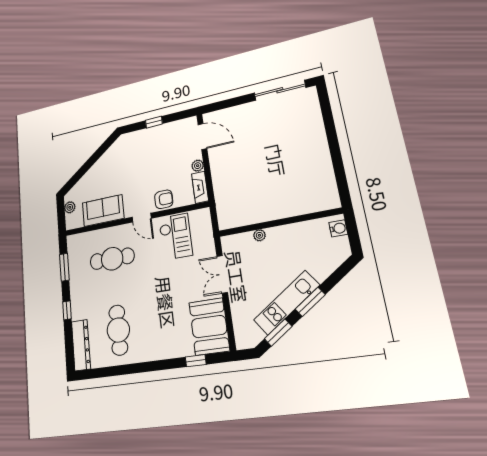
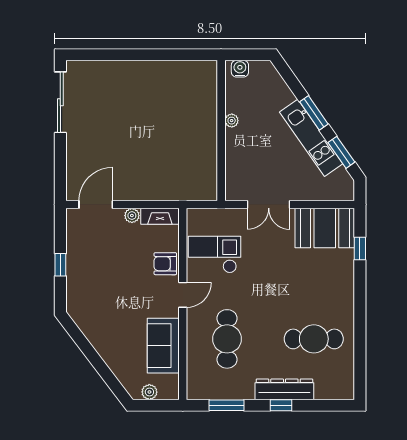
armchair: (164, 199) -> (165, 264), turned -90
plant: (259, 235) -> (232, 121), moved
dresser: (81, 345) -> (284, 389), moved

